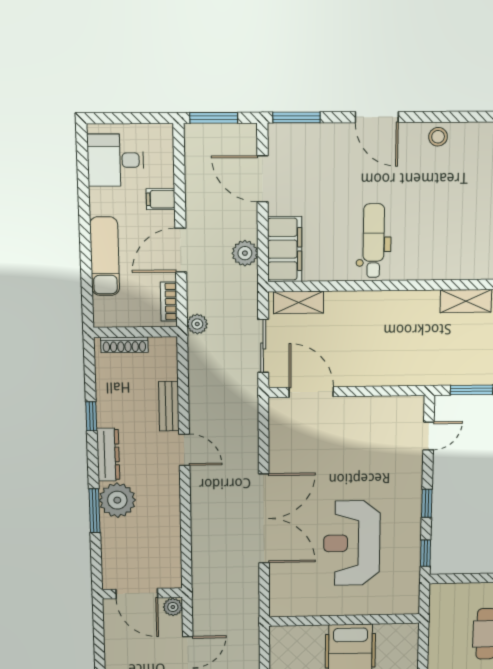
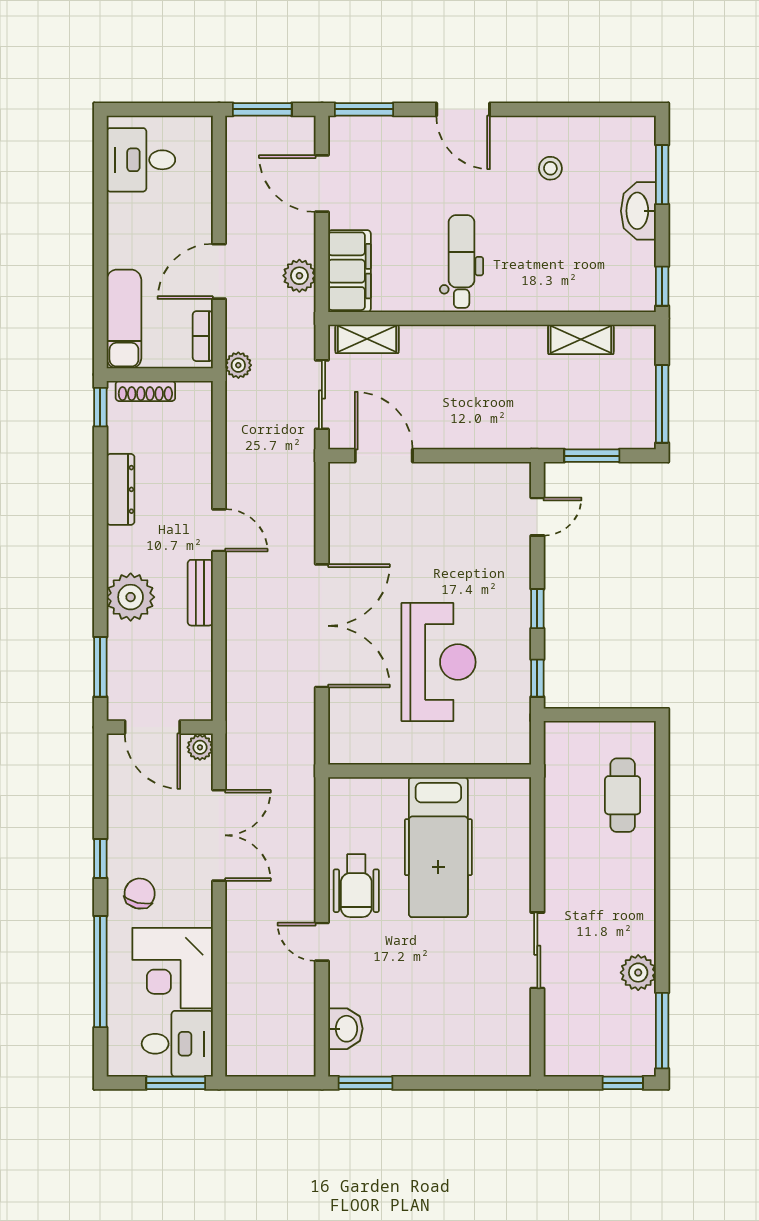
stool: (438, 137) -> (550, 168), moved
filing cabinet: (161, 199) -> (195, 208), removed
exam couch: (105, 256) -> (124, 319), moved
bench: (169, 406) -> (200, 593), moved
window: (91, 416) -> (100, 407), moved
dresser: (108, 455) -> (121, 489), moved
window: (94, 511) -> (100, 667), moved
reception desk: (352, 543) -> (439, 662), turned 180

